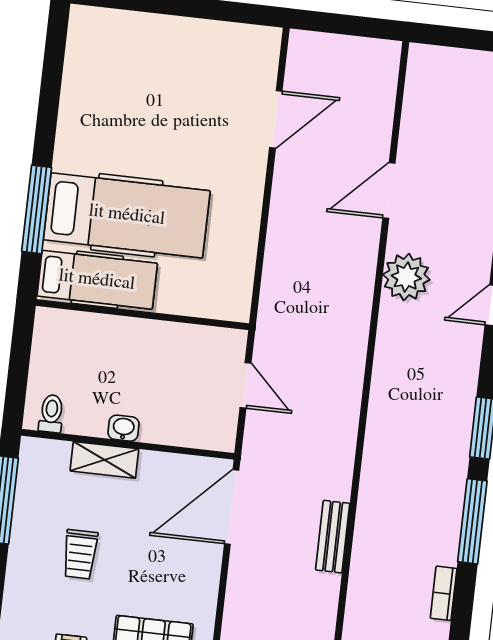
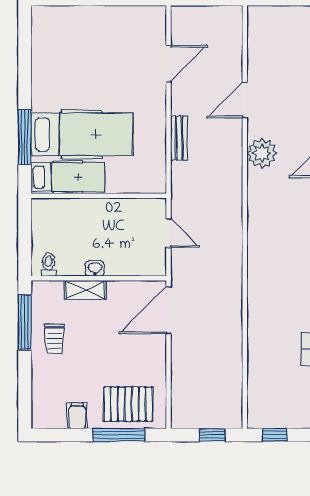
bench: (333, 537) -> (179, 138), moved
trolley: (80, 554) -> (55, 339), moved

